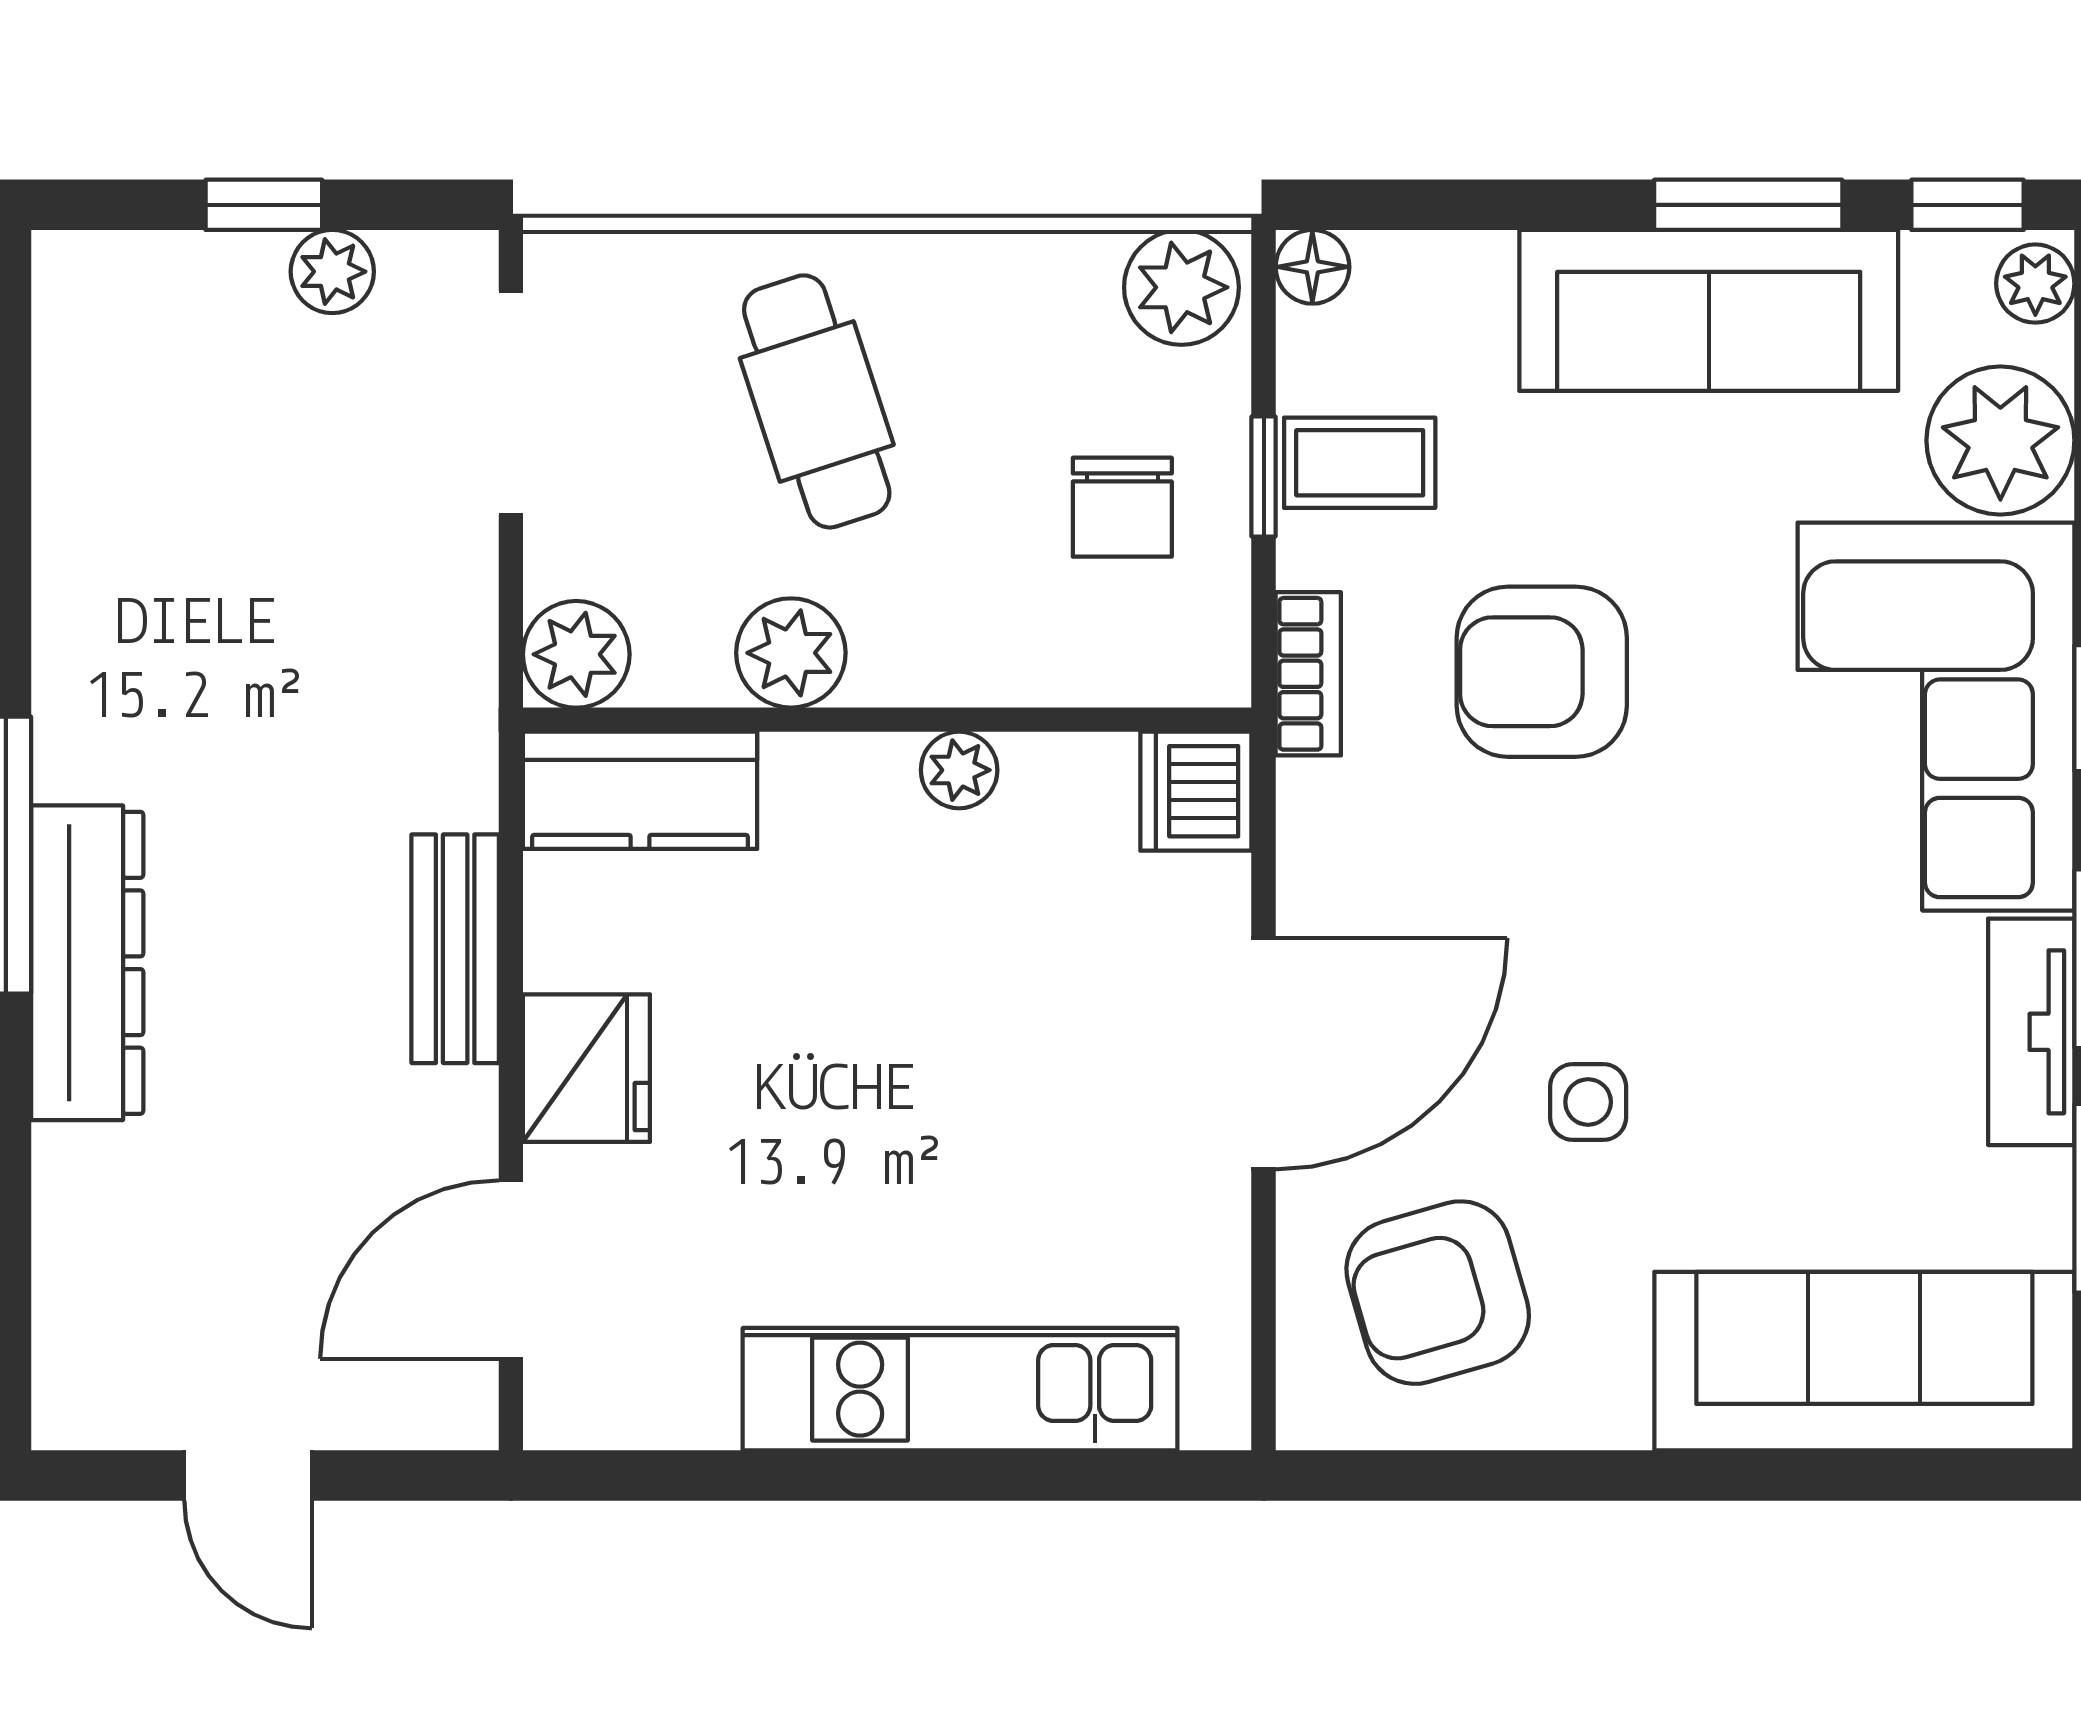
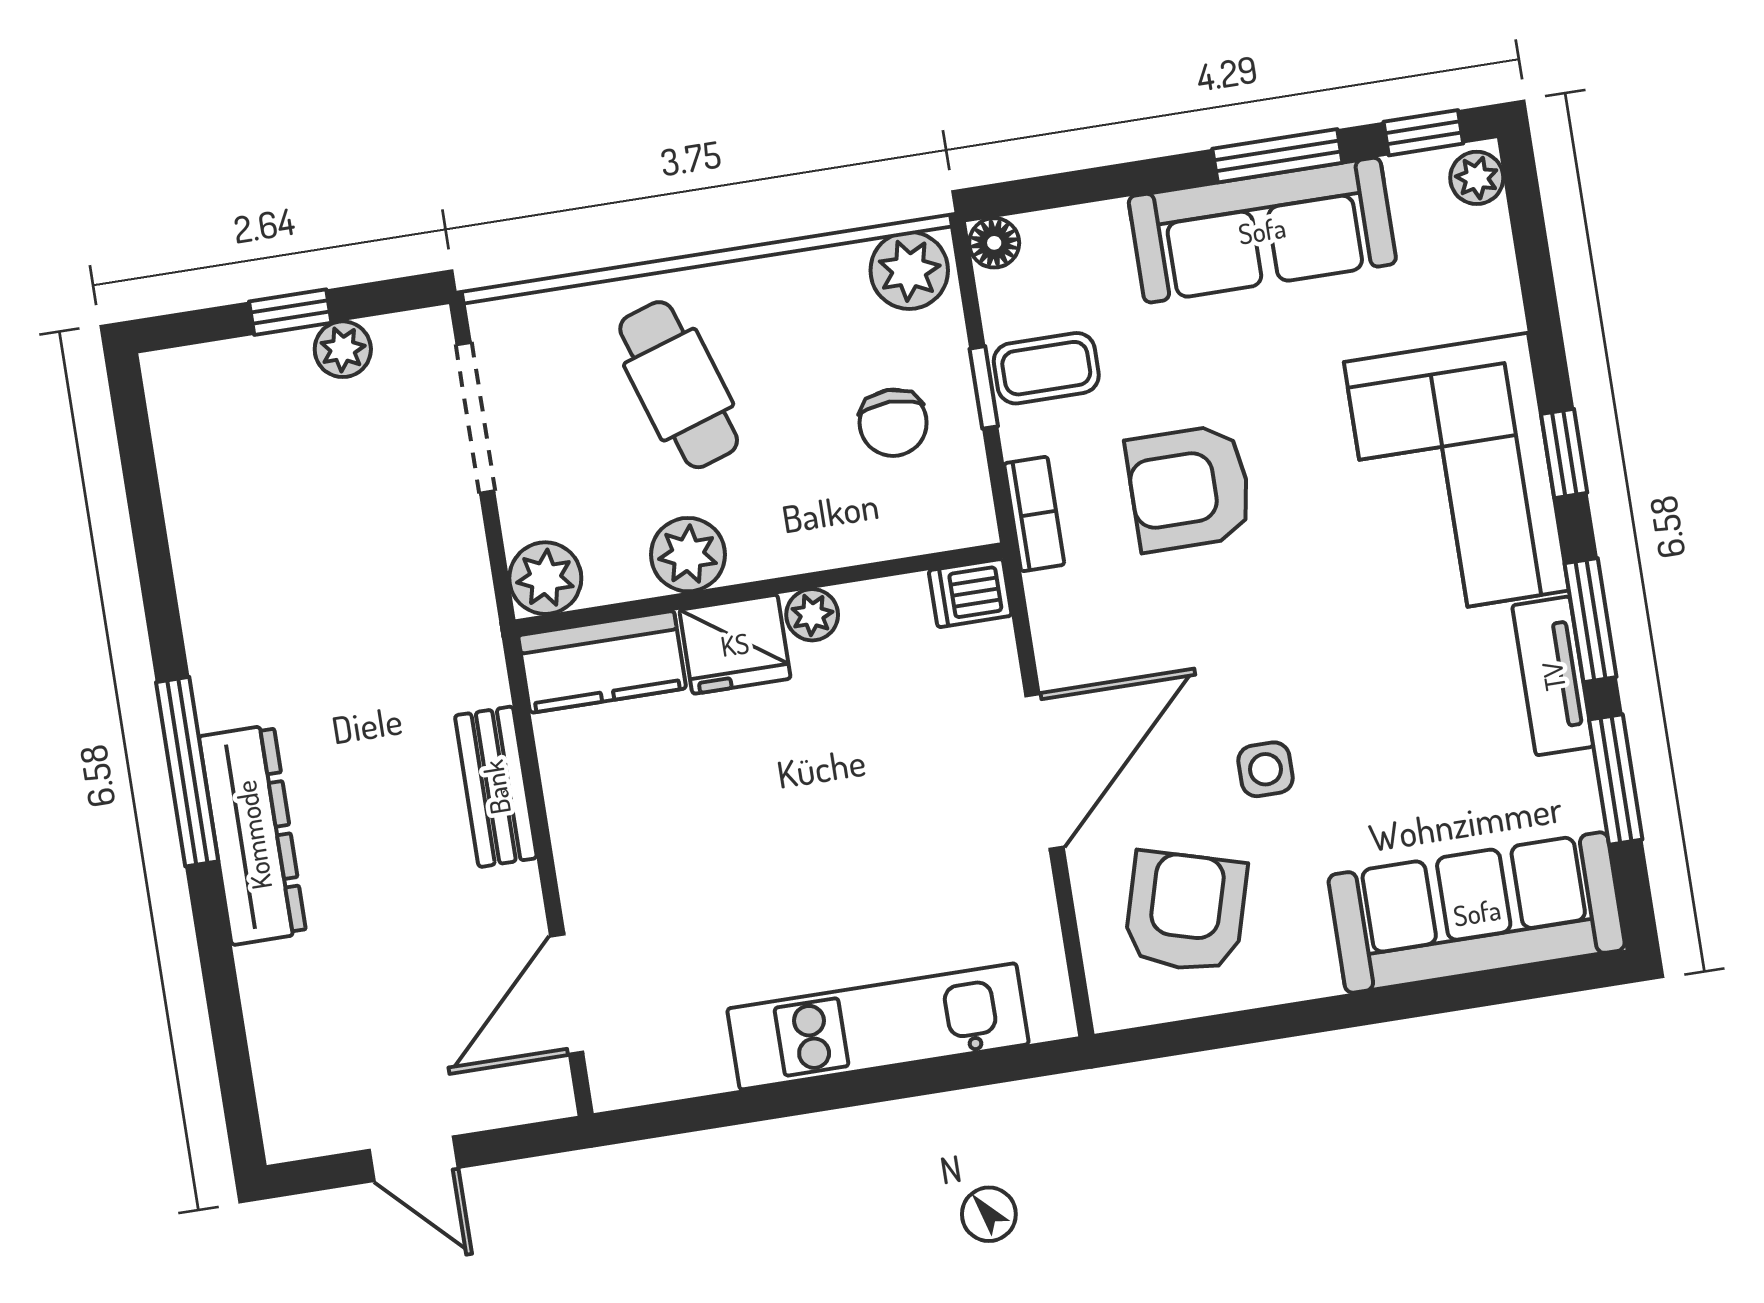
plant: (2000, 440) -> (1470, 286), removed
dishwasher: (1196, 791) -> (970, 593), width x0.73
fridge: (586, 1068) -> (735, 644), moved, turned 90
armchair: (1438, 1293) -> (1186, 912), turned 122

